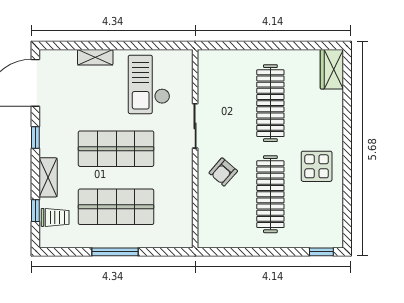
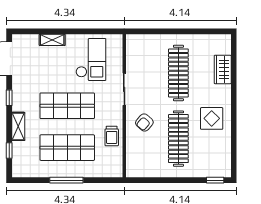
wardrobe: (332, 69) -> (223, 69), moved
checkout: (149, 84) -> (91, 59), turned 180
trolley: (55, 217) -> (112, 136), moved, turned 90

